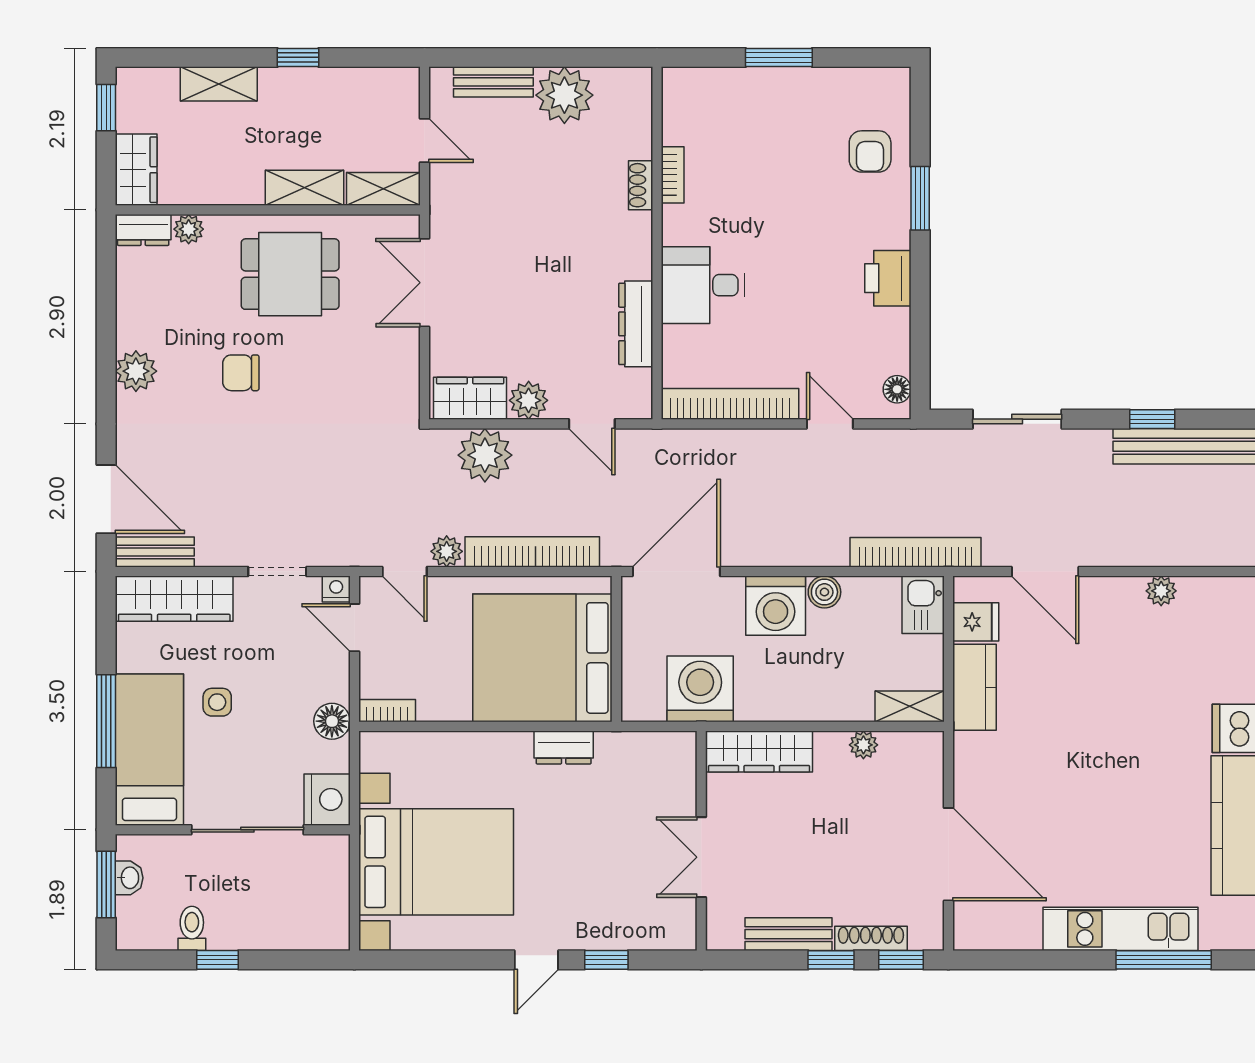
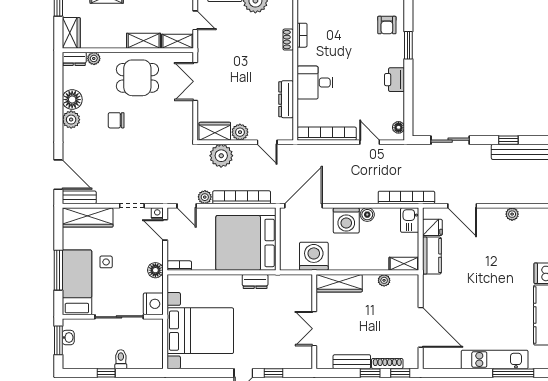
floor lamp: (138, 325) -> (72, 100), added
toilet: (192, 928) -> (121, 359), moved

